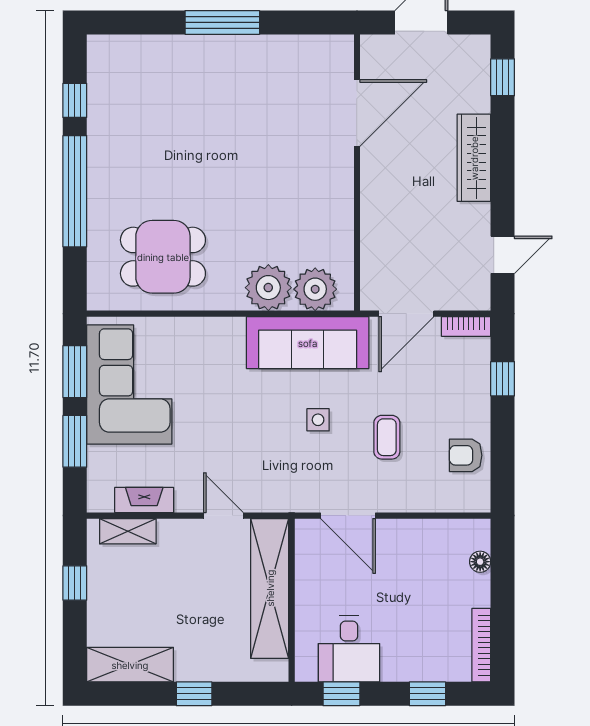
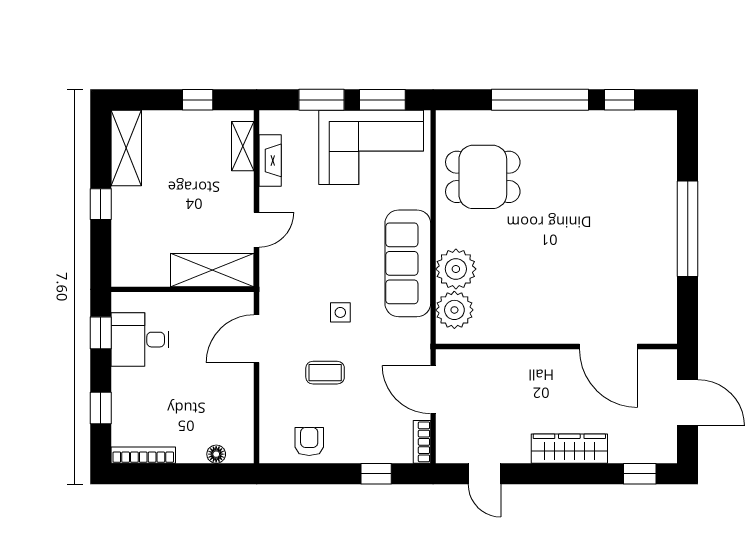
window: (222, 22) -> (688, 229), width x1.46
dining table: (163, 257) -> (483, 177), turned 90
sofa: (308, 343) -> (408, 263), moved
shelving: (270, 588) -> (212, 270), width x0.68

